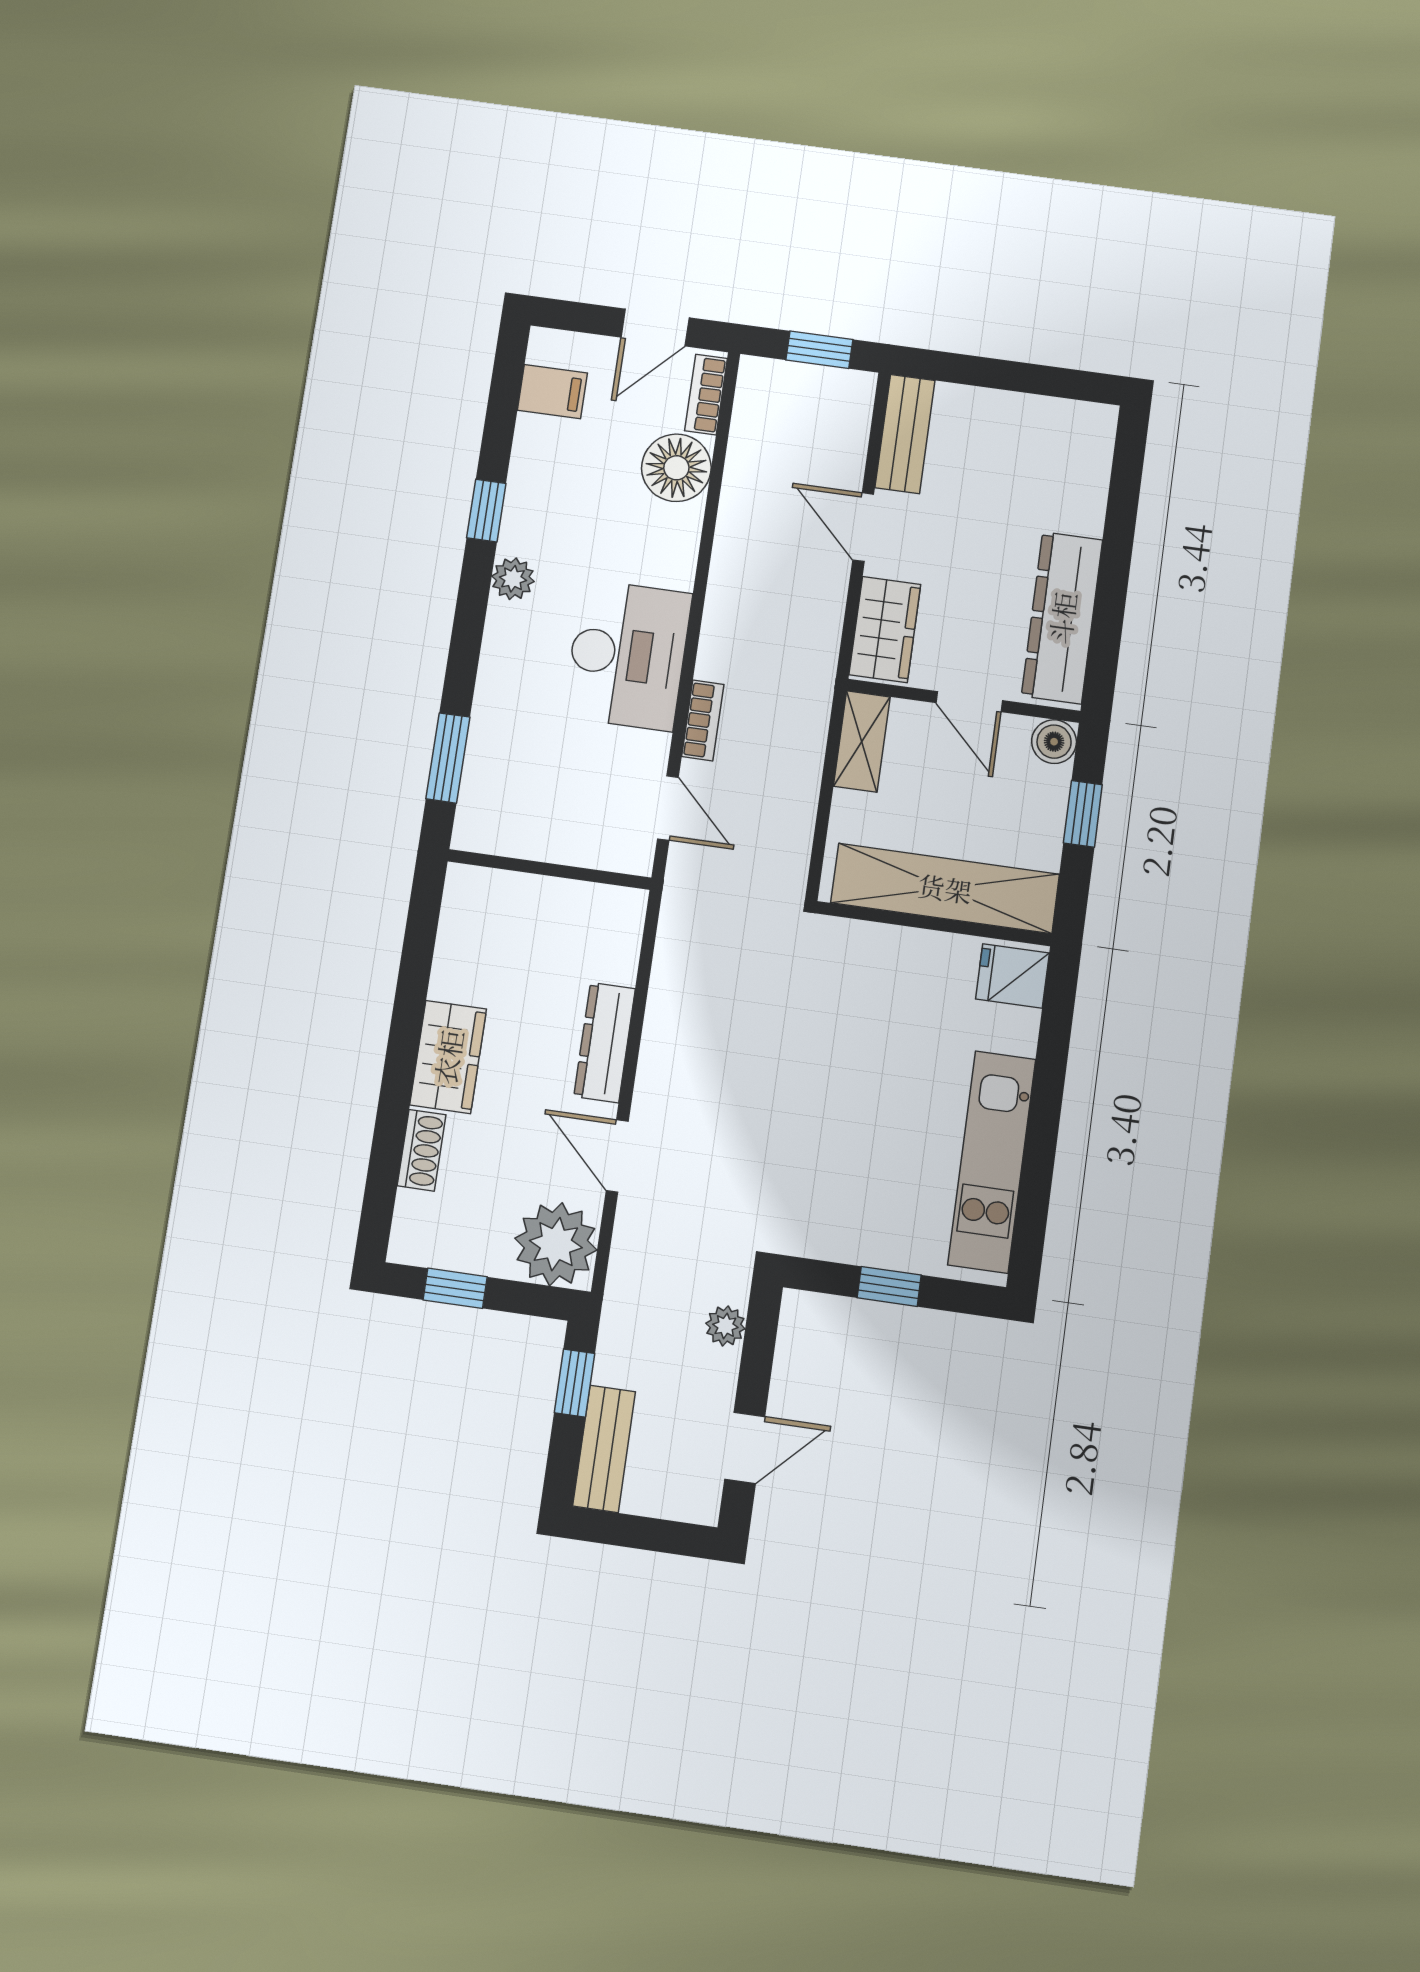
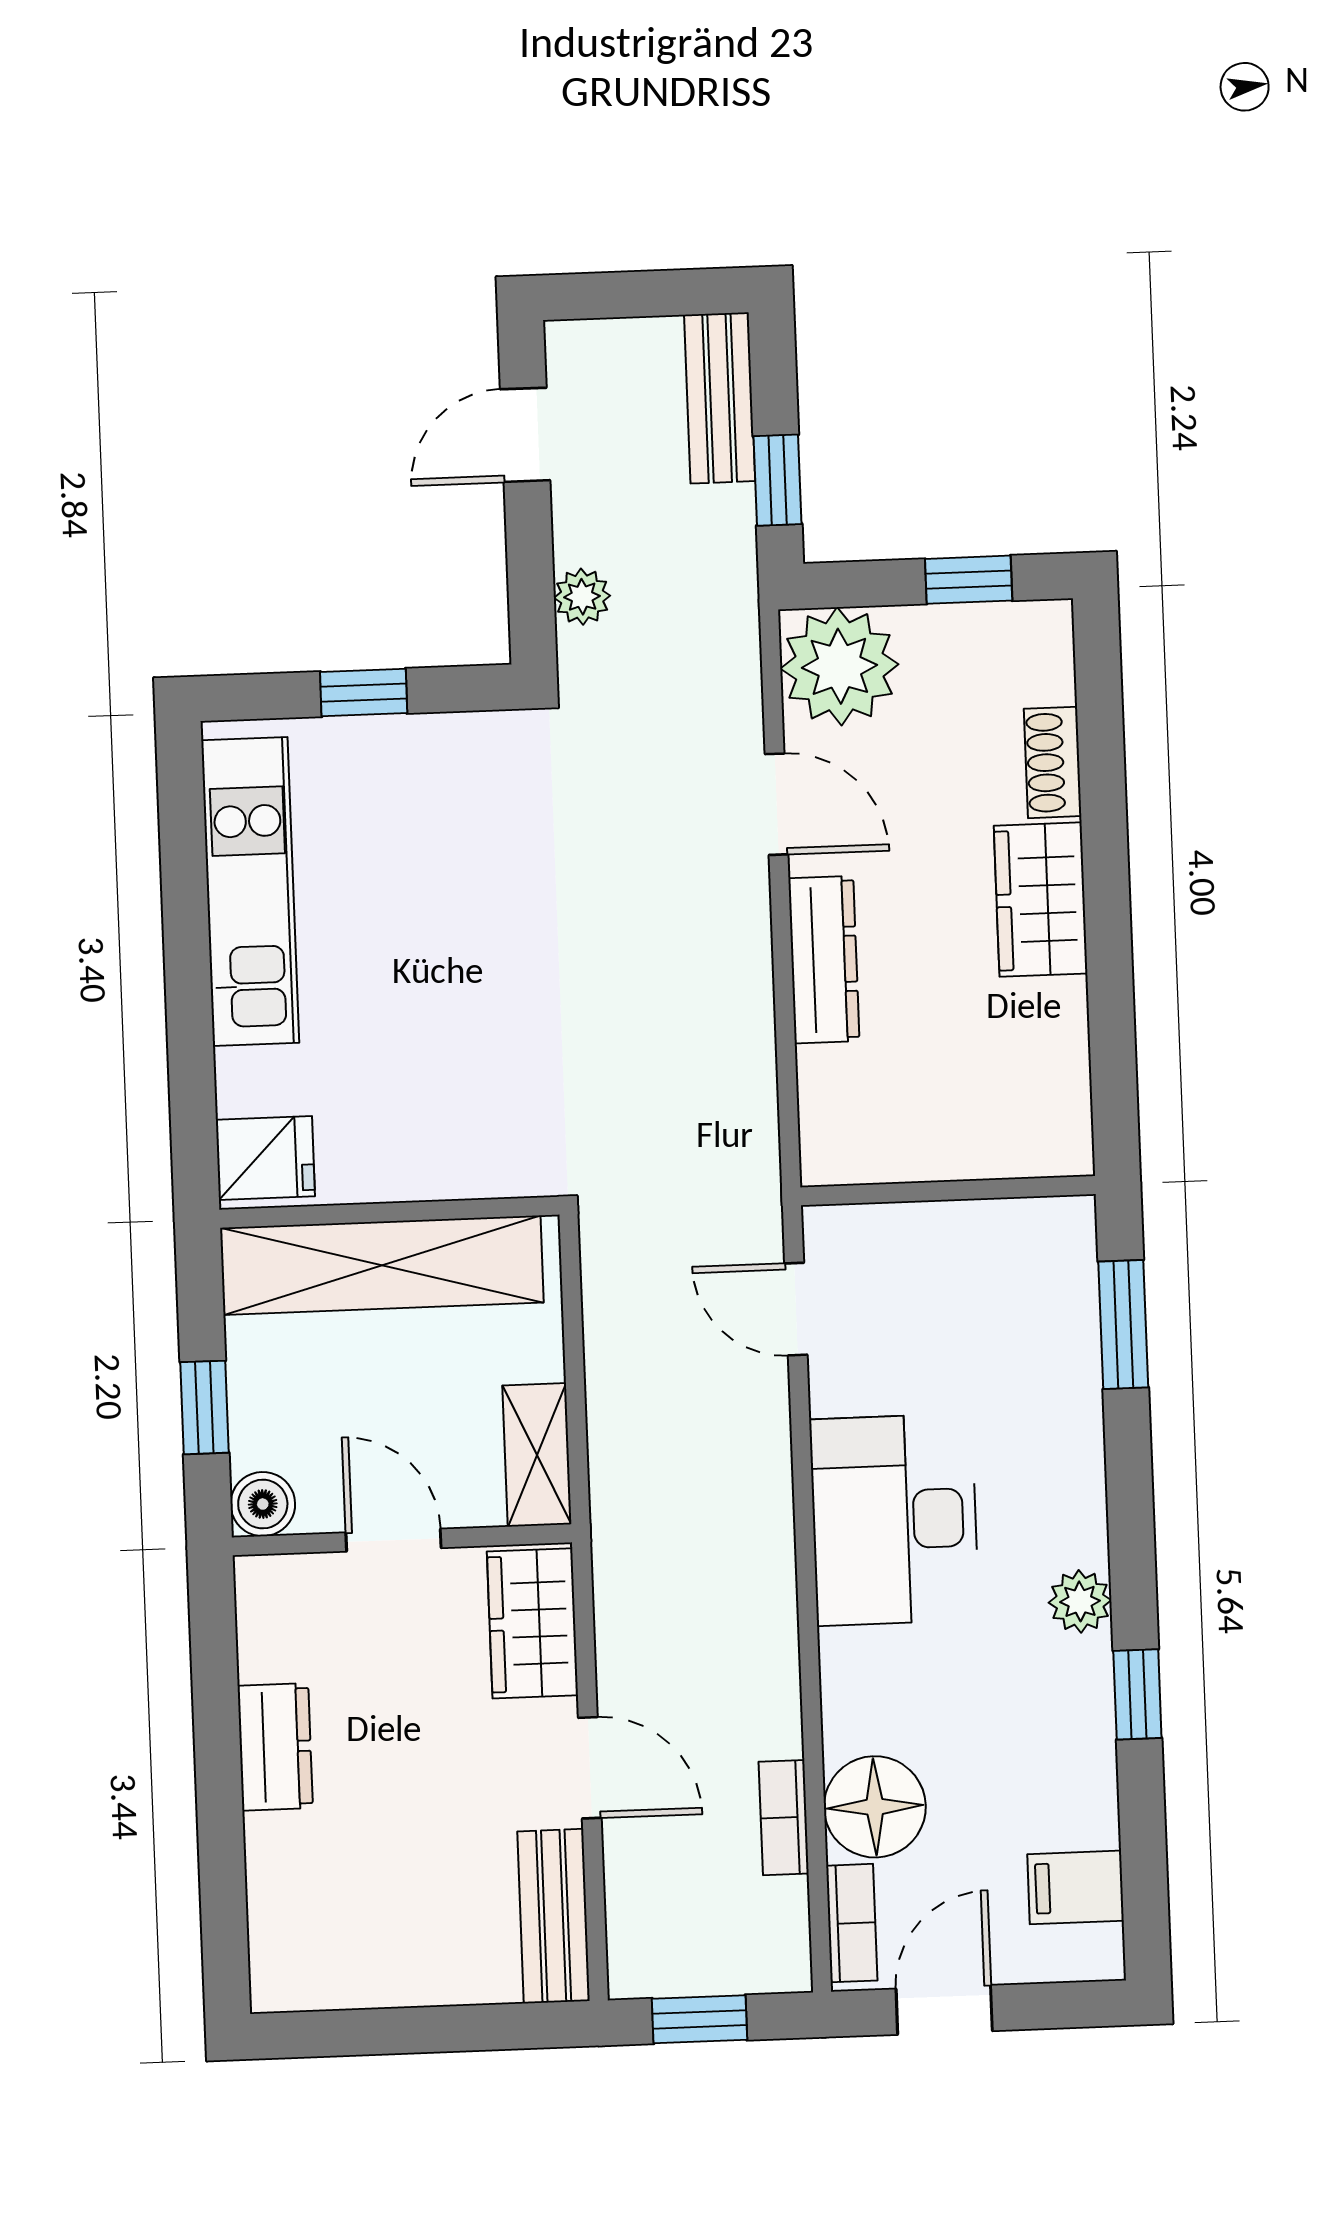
dresser: (1062, 618) -> (275, 1747), width x0.51, depth x0.80
bookcase: (703, 720) -> (784, 1818), moved

